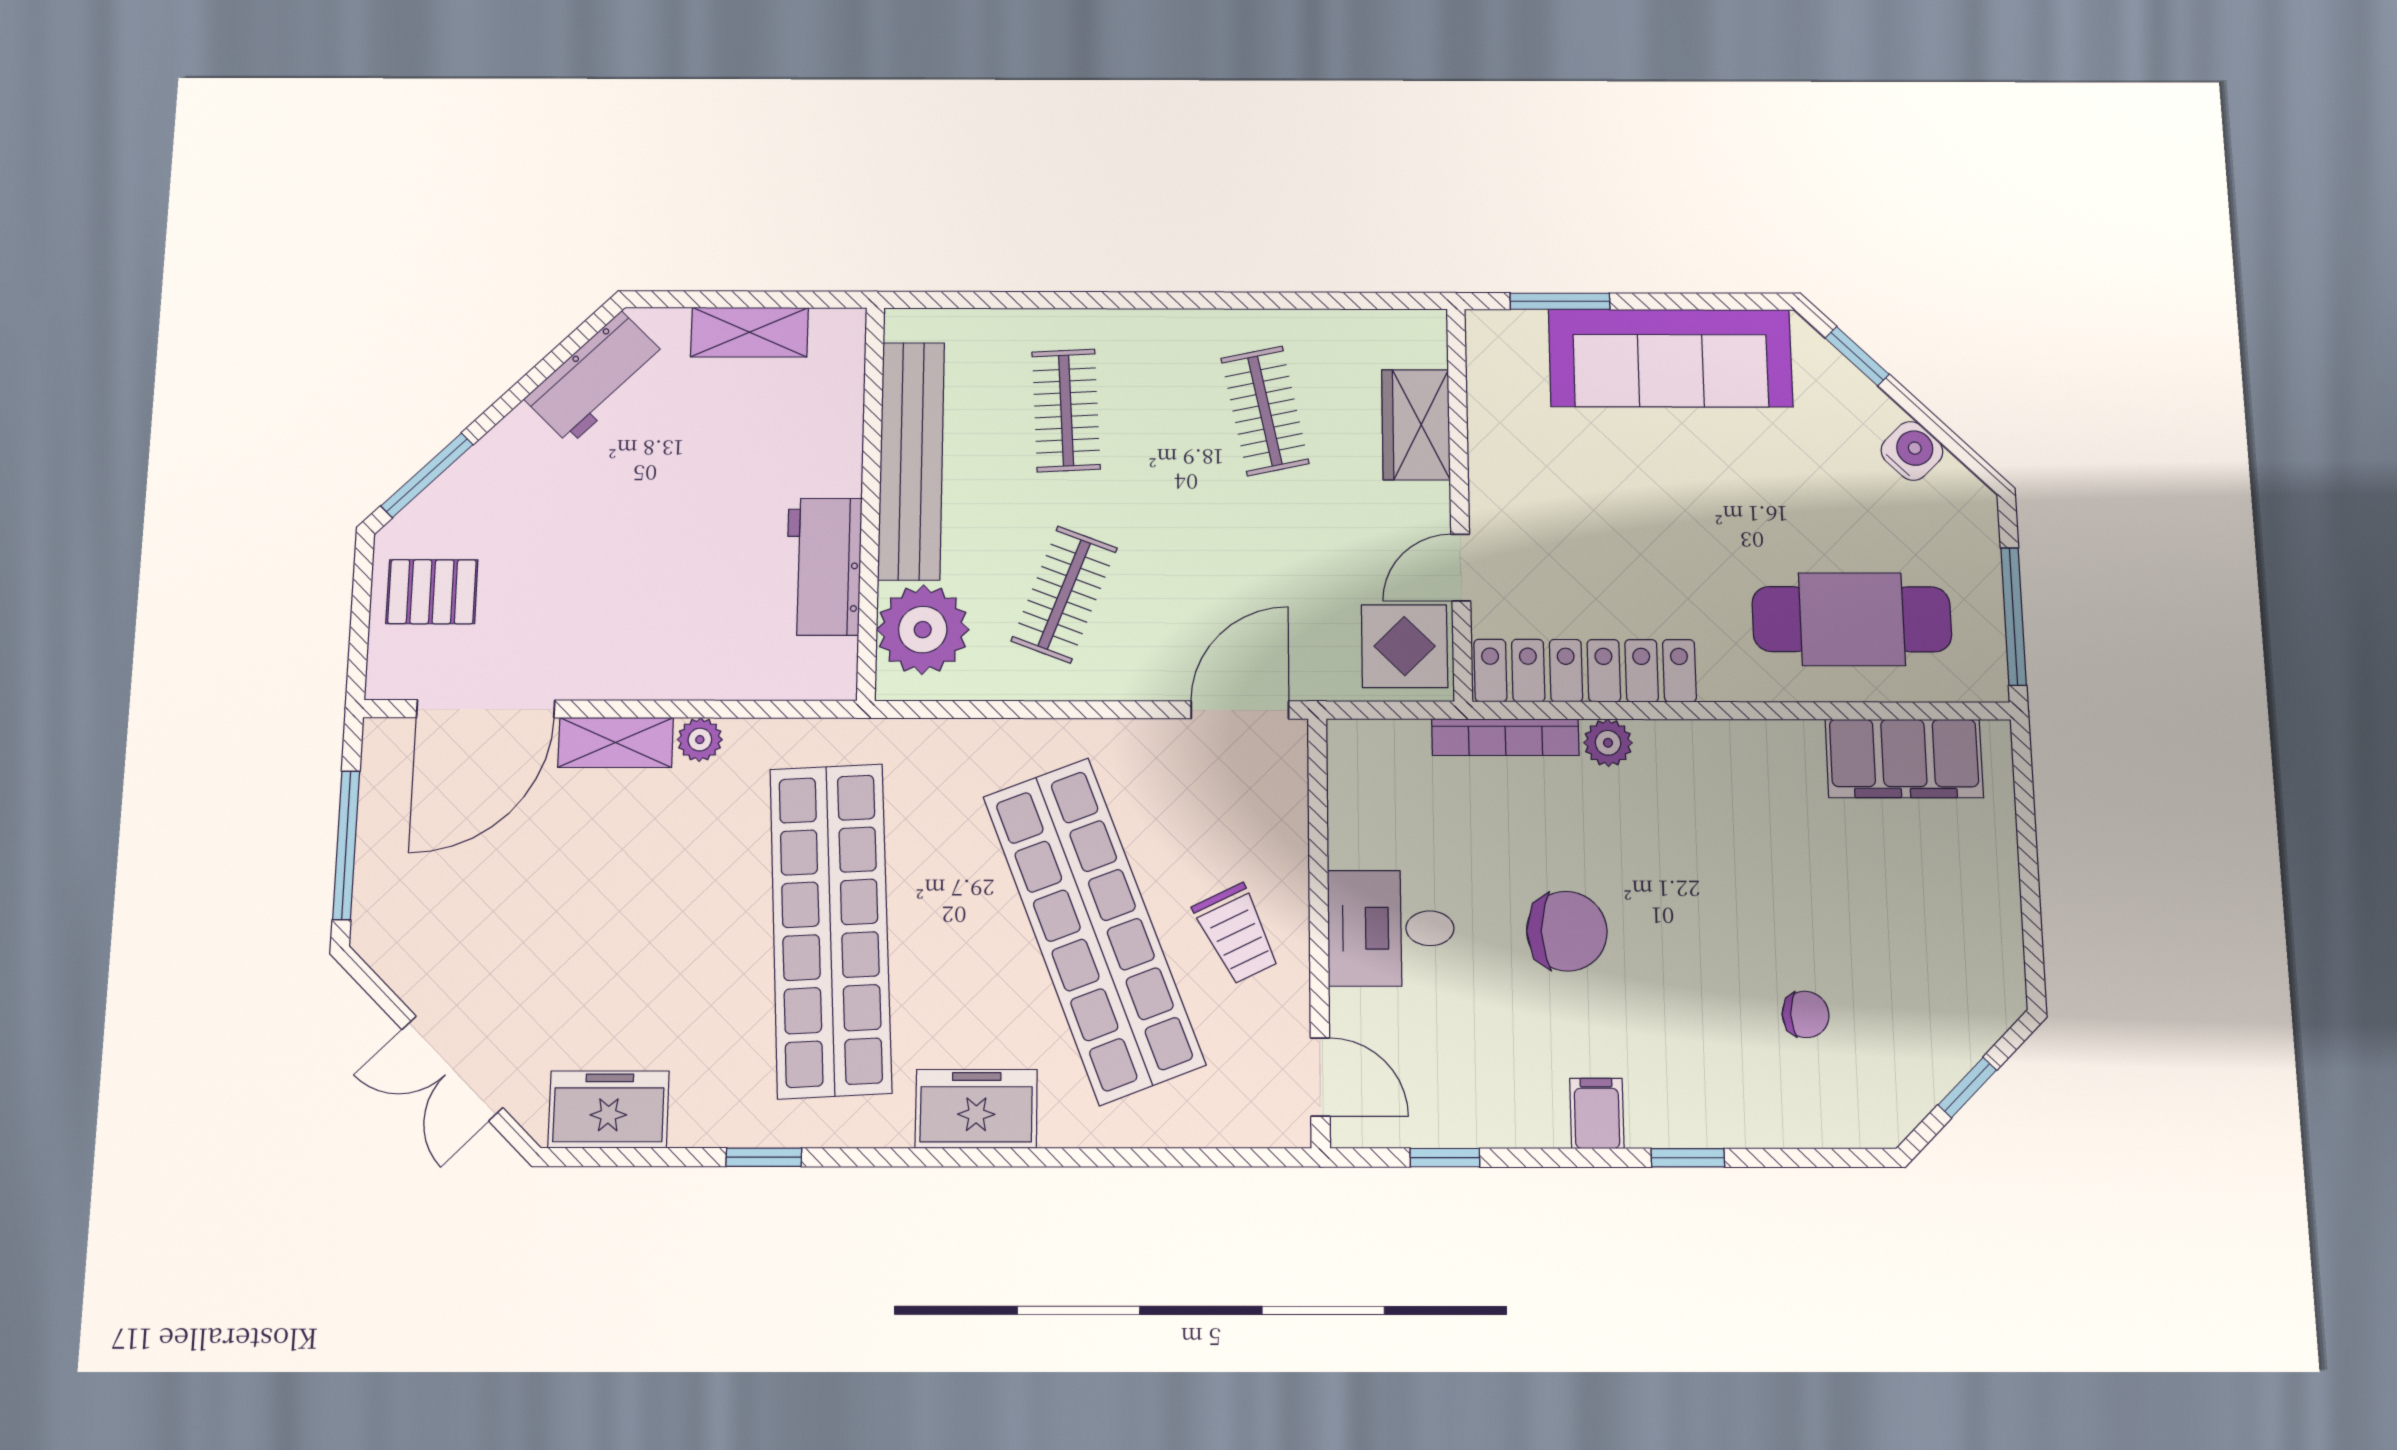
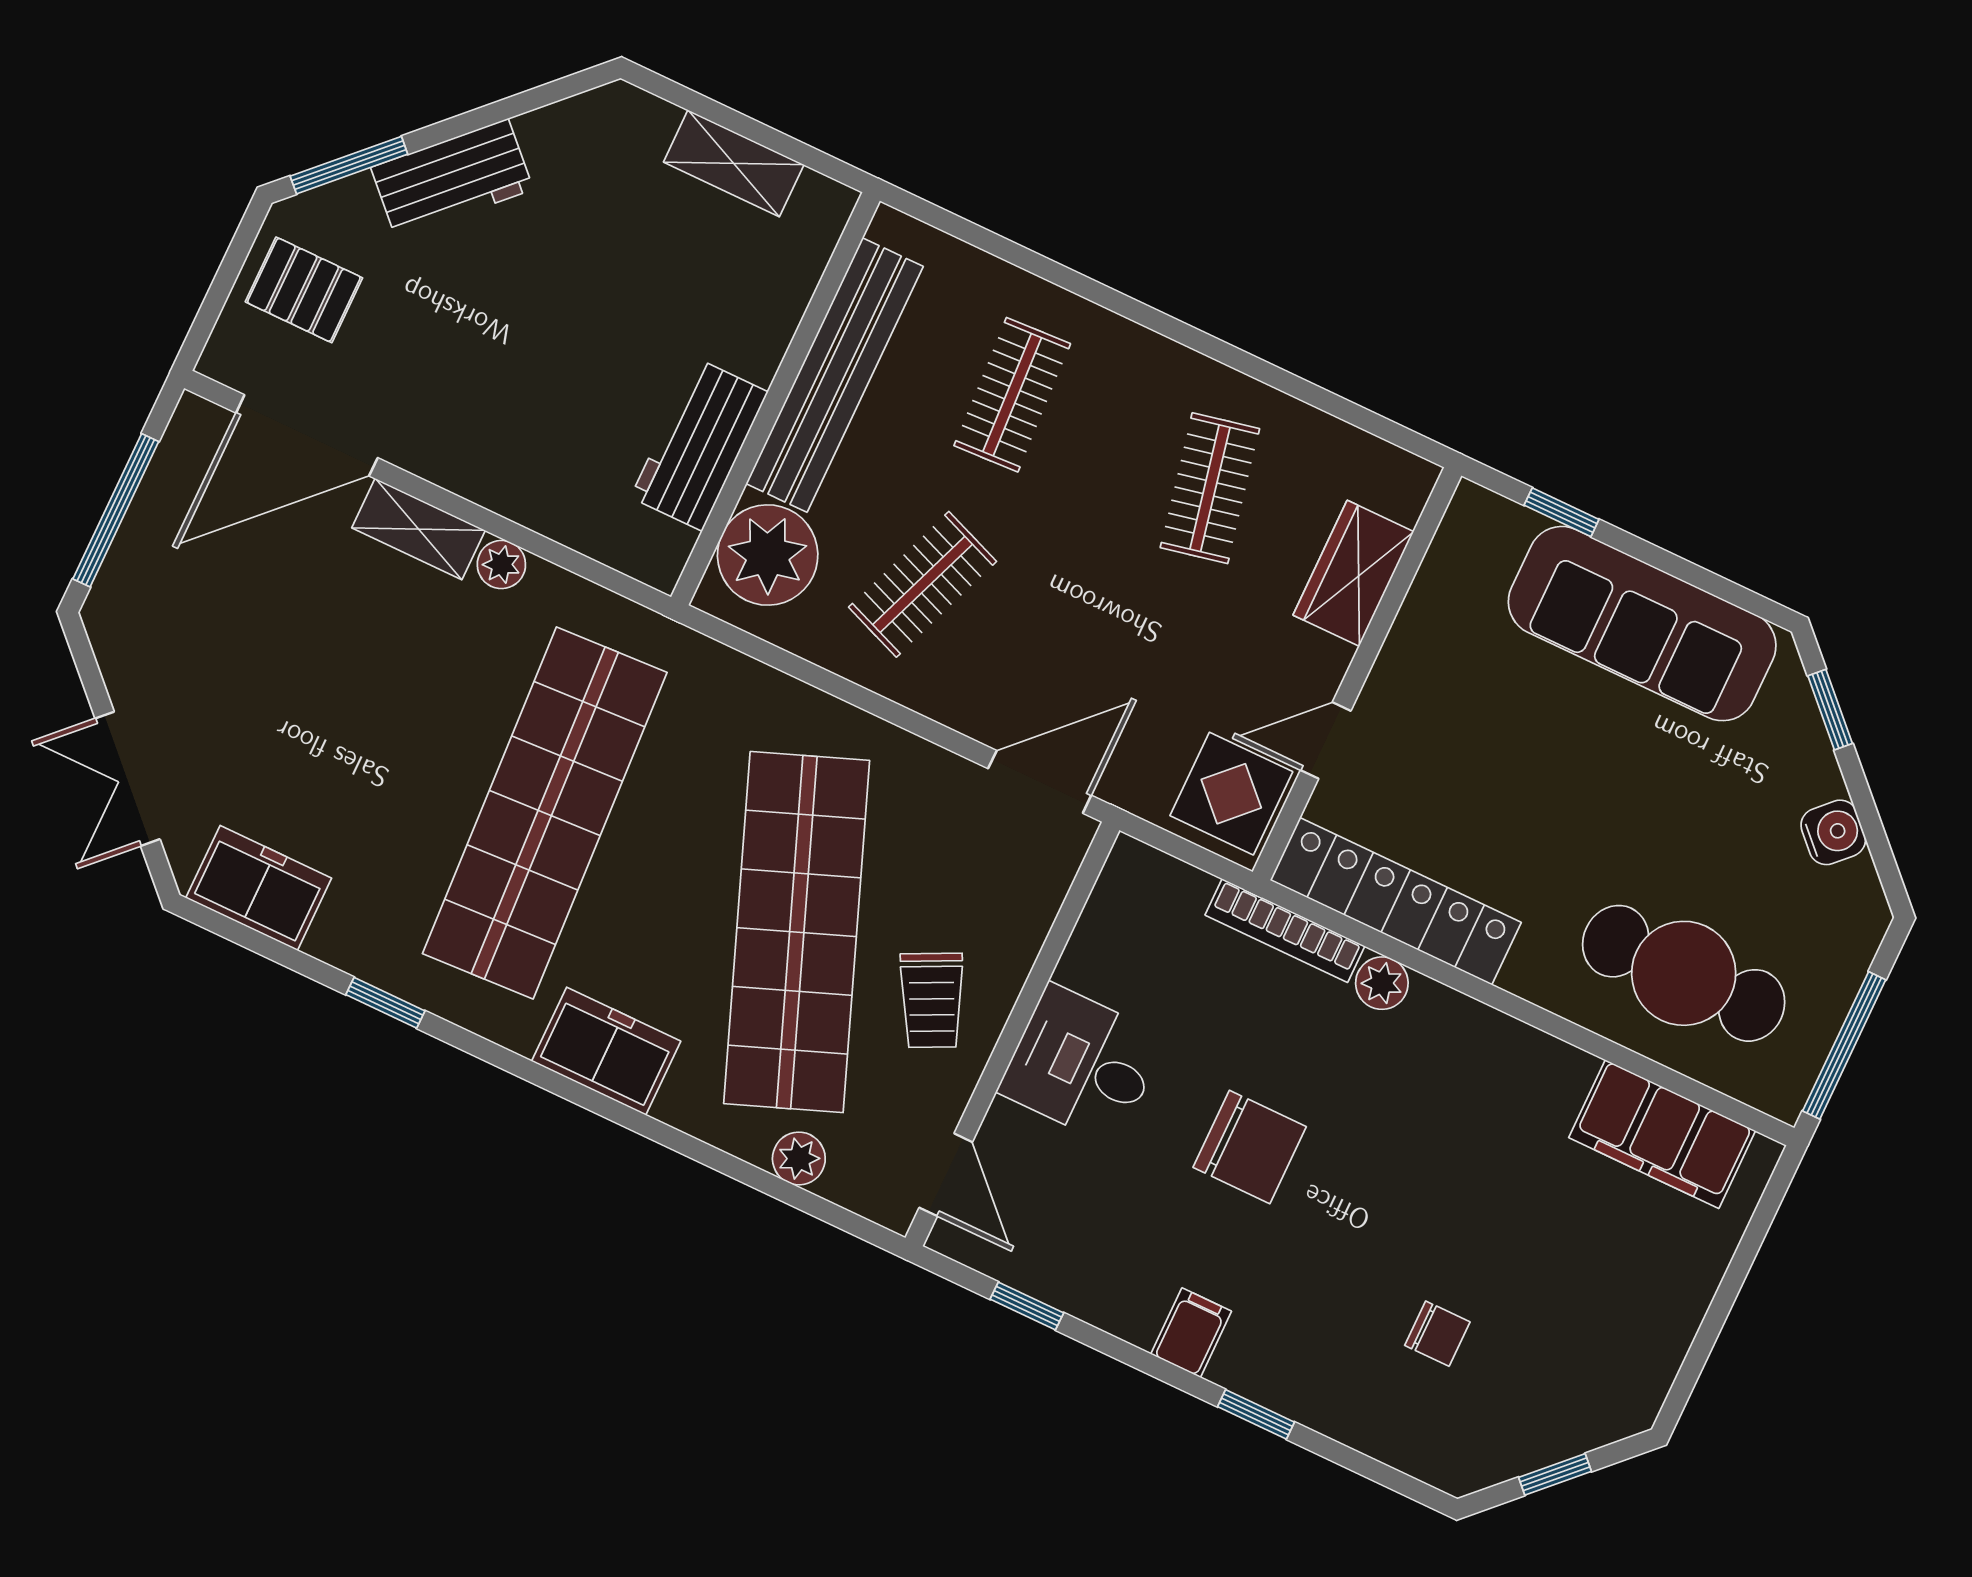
window: (1560, 301) -> (1562, 512), width x0.67
workbench: (596, 378) -> (452, 178), moved
plant: (1187, 1123) -> (799, 1159), added

